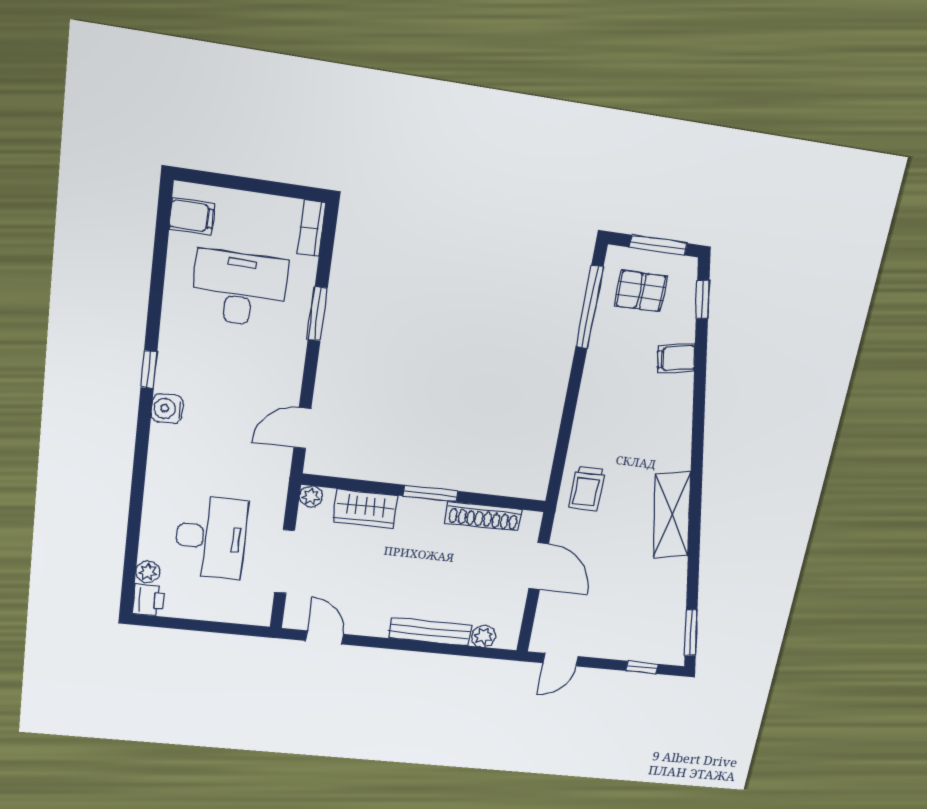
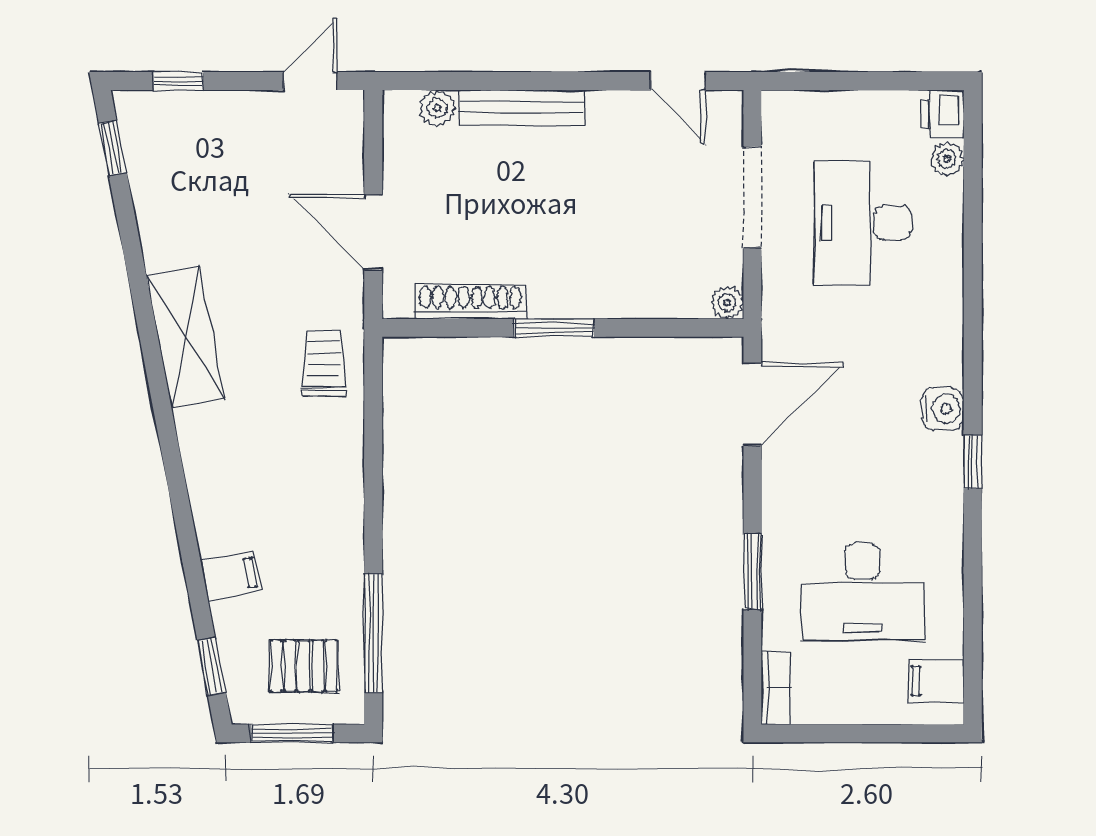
door: (302, 428) -> (752, 404), width x1.38
wardrobe: (365, 509) -> (646, 293), removed
window: (691, 633) -> (113, 148), width x0.67

